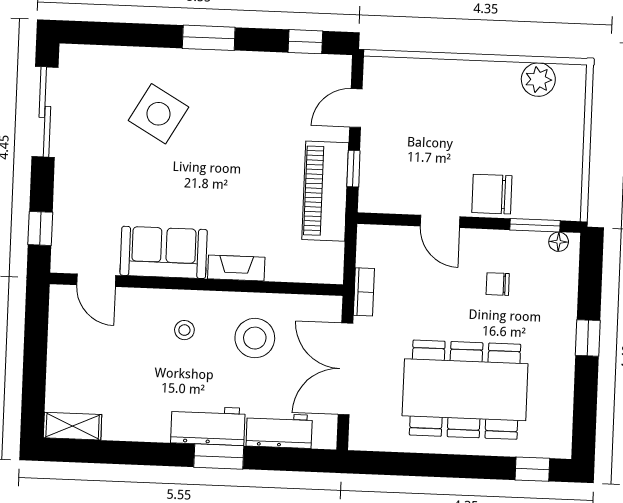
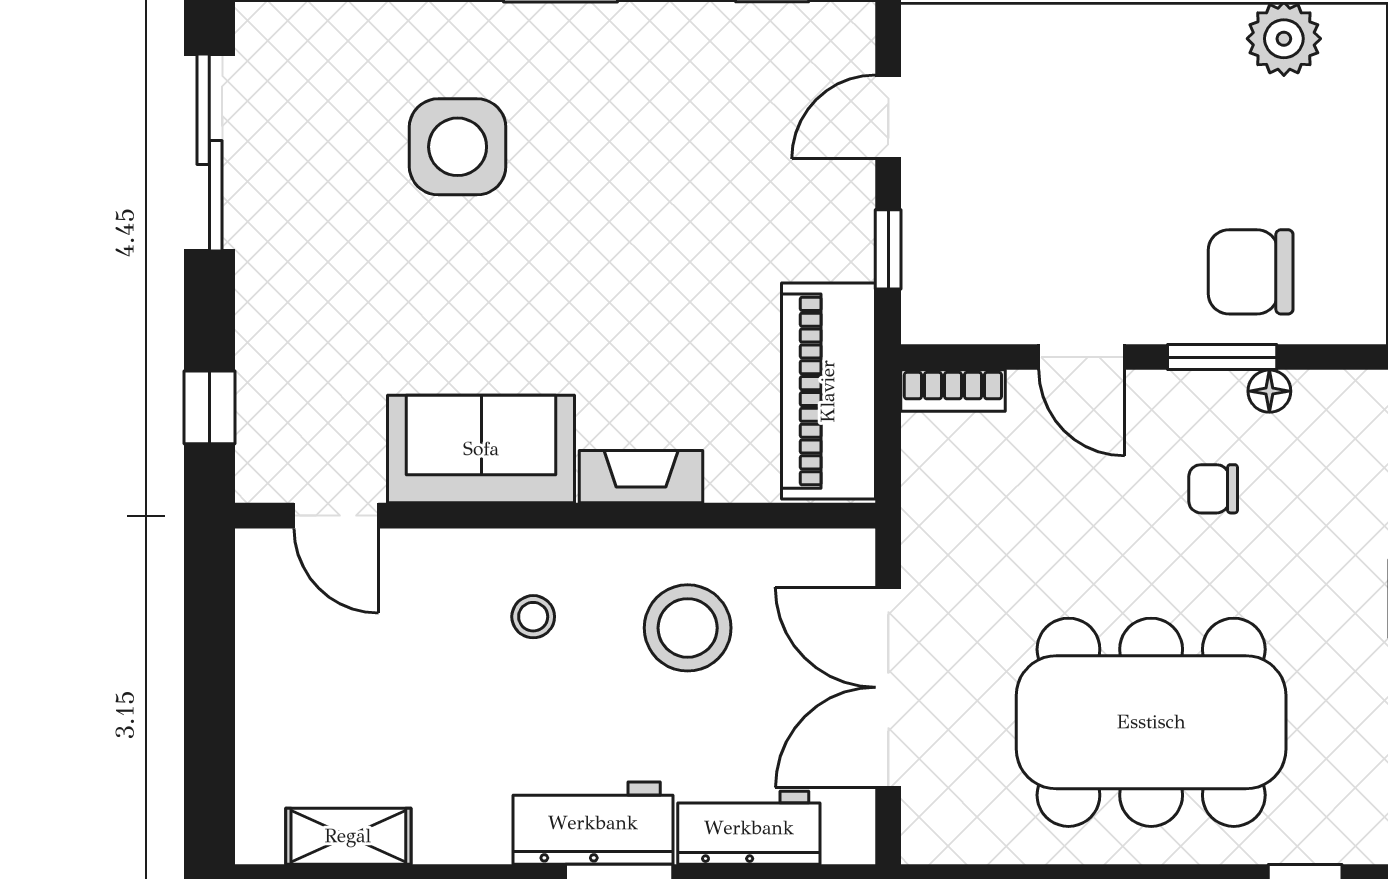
side table: (158, 114) -> (458, 147), turned -30
piano: (325, 191) -> (828, 391), moved
chair: (492, 194) -> (1251, 272), moved
window: (535, 225) -> (1222, 357), moved
floor lamp: (559, 242) -> (1269, 391), moved
bookcase: (364, 292) -> (953, 391), moved, turned 90
shelving: (73, 426) -> (348, 836), moved

